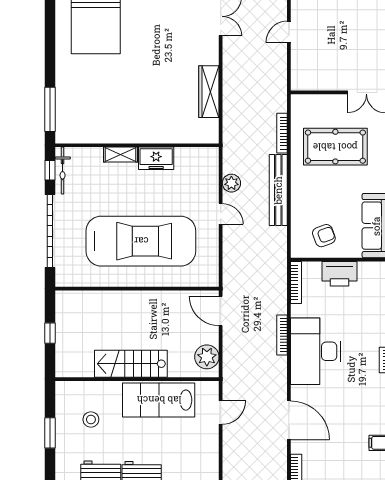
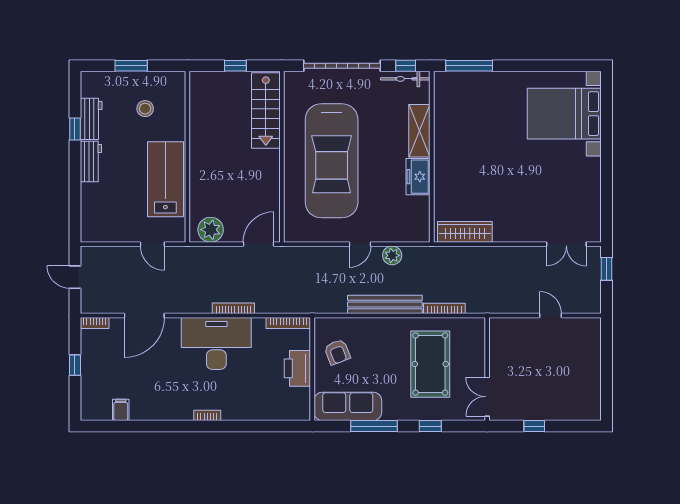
wardrobe: (209, 92) -> (465, 232), moved
shelving: (120, 154) -> (419, 131), width x1.50, depth x1.33
stairs: (131, 364) -> (266, 110), moved, turned 180

